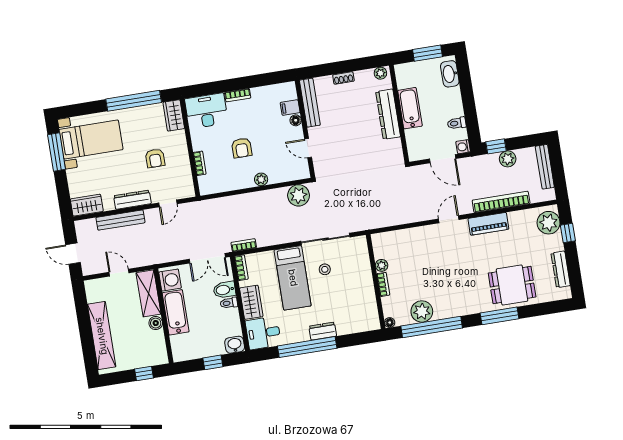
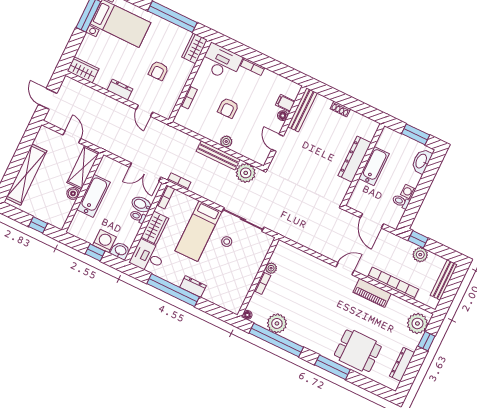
plant: (380, 73) -> (370, 125), removed
washing machine: (463, 147) -> (408, 192), moved
dresser: (132, 200) -> (120, 90), width x0.70
door: (168, 203) -> (144, 111), hinge flipped
bench: (120, 220) -> (218, 155), moved
washing machine: (170, 280) -> (105, 241), moved, turned -90

